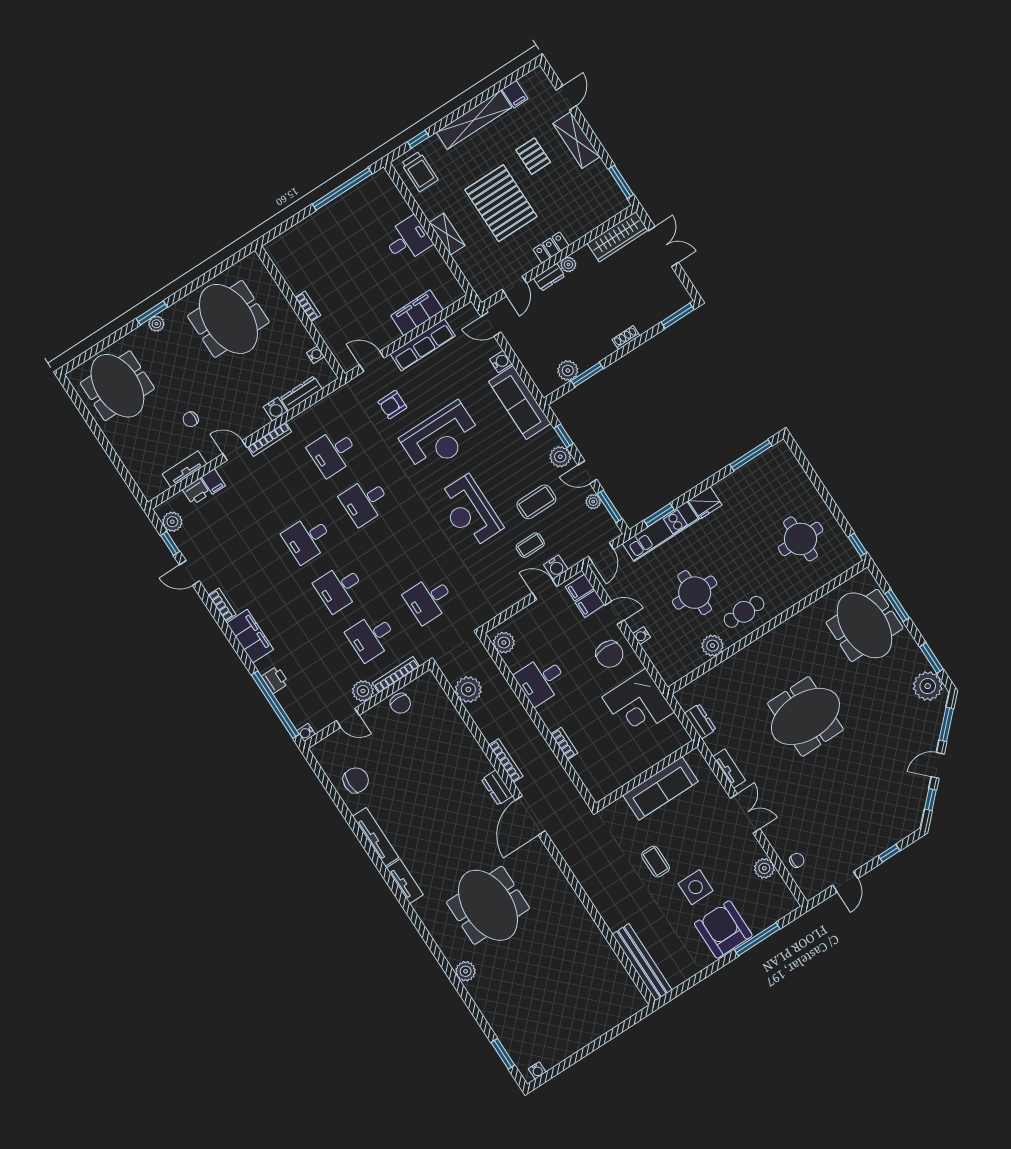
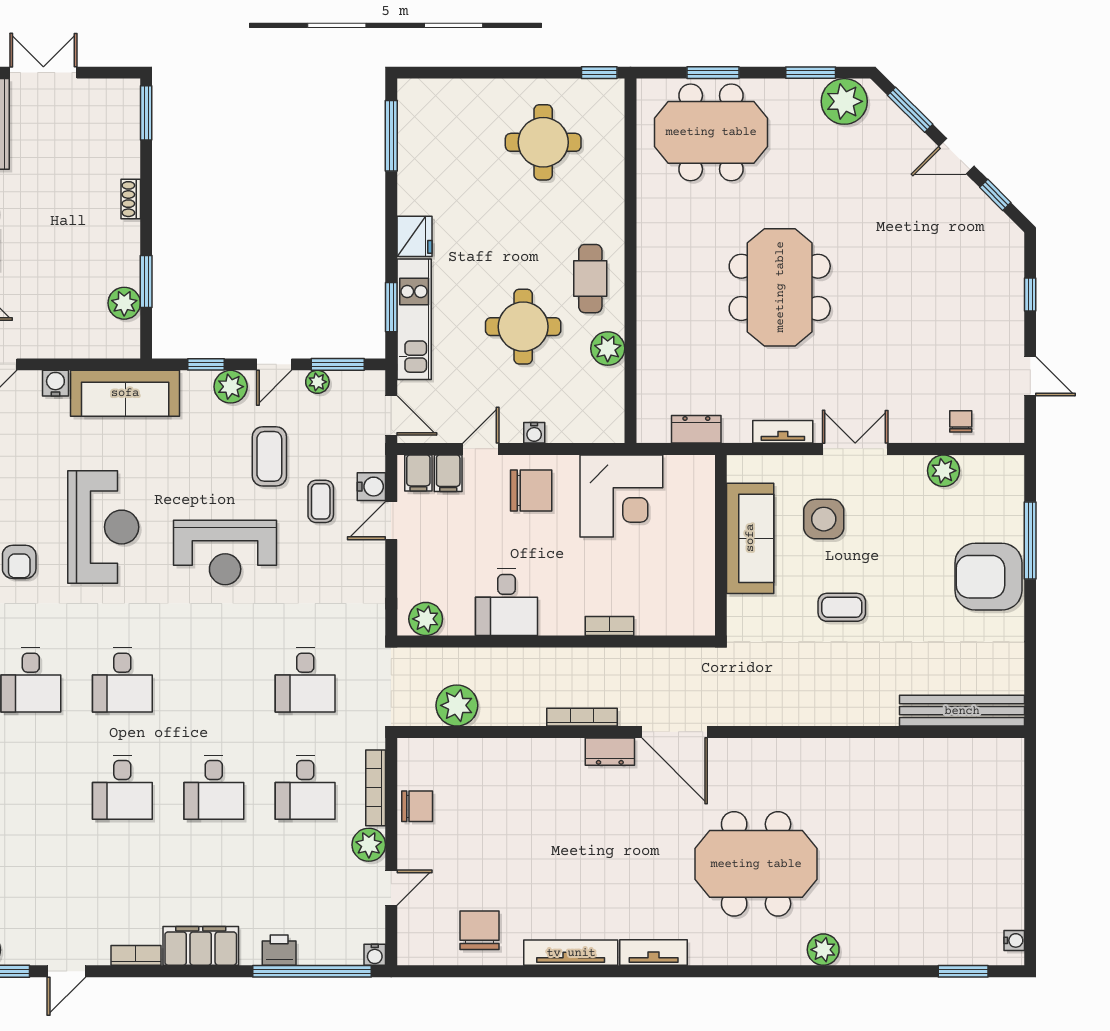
door: (938, 765) -> (957, 156), hinge flipped
side table: (696, 887) -> (824, 519), moved

